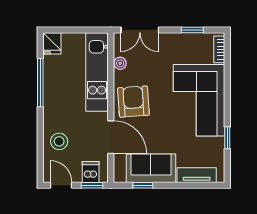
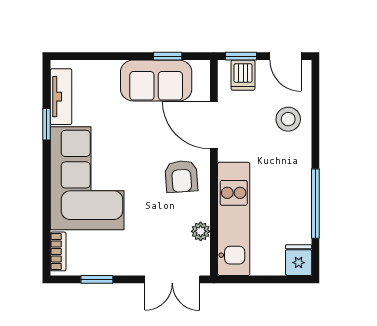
double door: (140, 30) -> (172, 279), swing flipped
armchair: (133, 102) -> (181, 176), width x0.72, depth x0.72
tv unit: (197, 175) -> (61, 97), moved, turned -90

